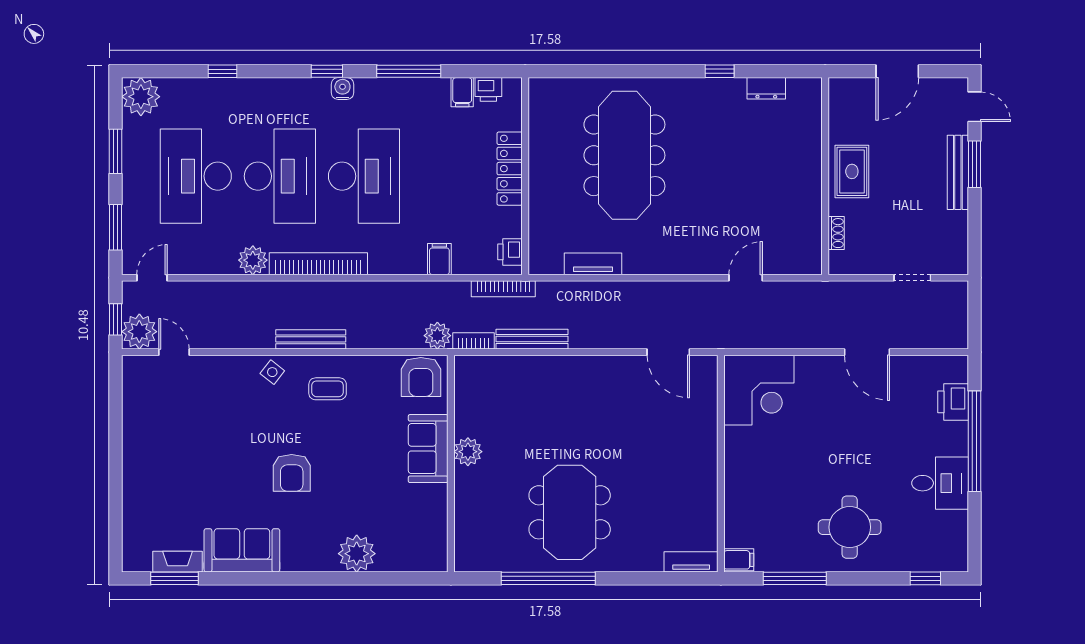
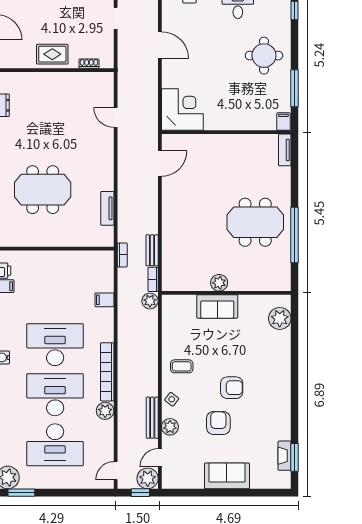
window: (115, 151) -> (21, 493), moved
meeting table: (624, 155) -> (43, 190), width x0.73
locker: (510, 169) -> (51, 258), removed
window: (115, 227) -> (86, 493), removed
printer: (510, 252) -> (100, 258), removed
door: (152, 278) -> (116, 471), hinge flipped
bookcase: (503, 289) -> (122, 255), width x0.64
bench: (311, 339) -> (152, 418), moved
bench: (532, 339) -> (152, 250), width x0.73
door: (867, 352) -> (160, 45), hinge flipped
plant: (226, 369) -> (170, 427), added
armchair: (421, 377) -> (218, 423), moved, turned -90
coffee table: (328, 389) -> (182, 366), turned 90
sofa: (242, 550) -> (227, 476), moved, turned 90
plant: (357, 554) -> (280, 318), moved

